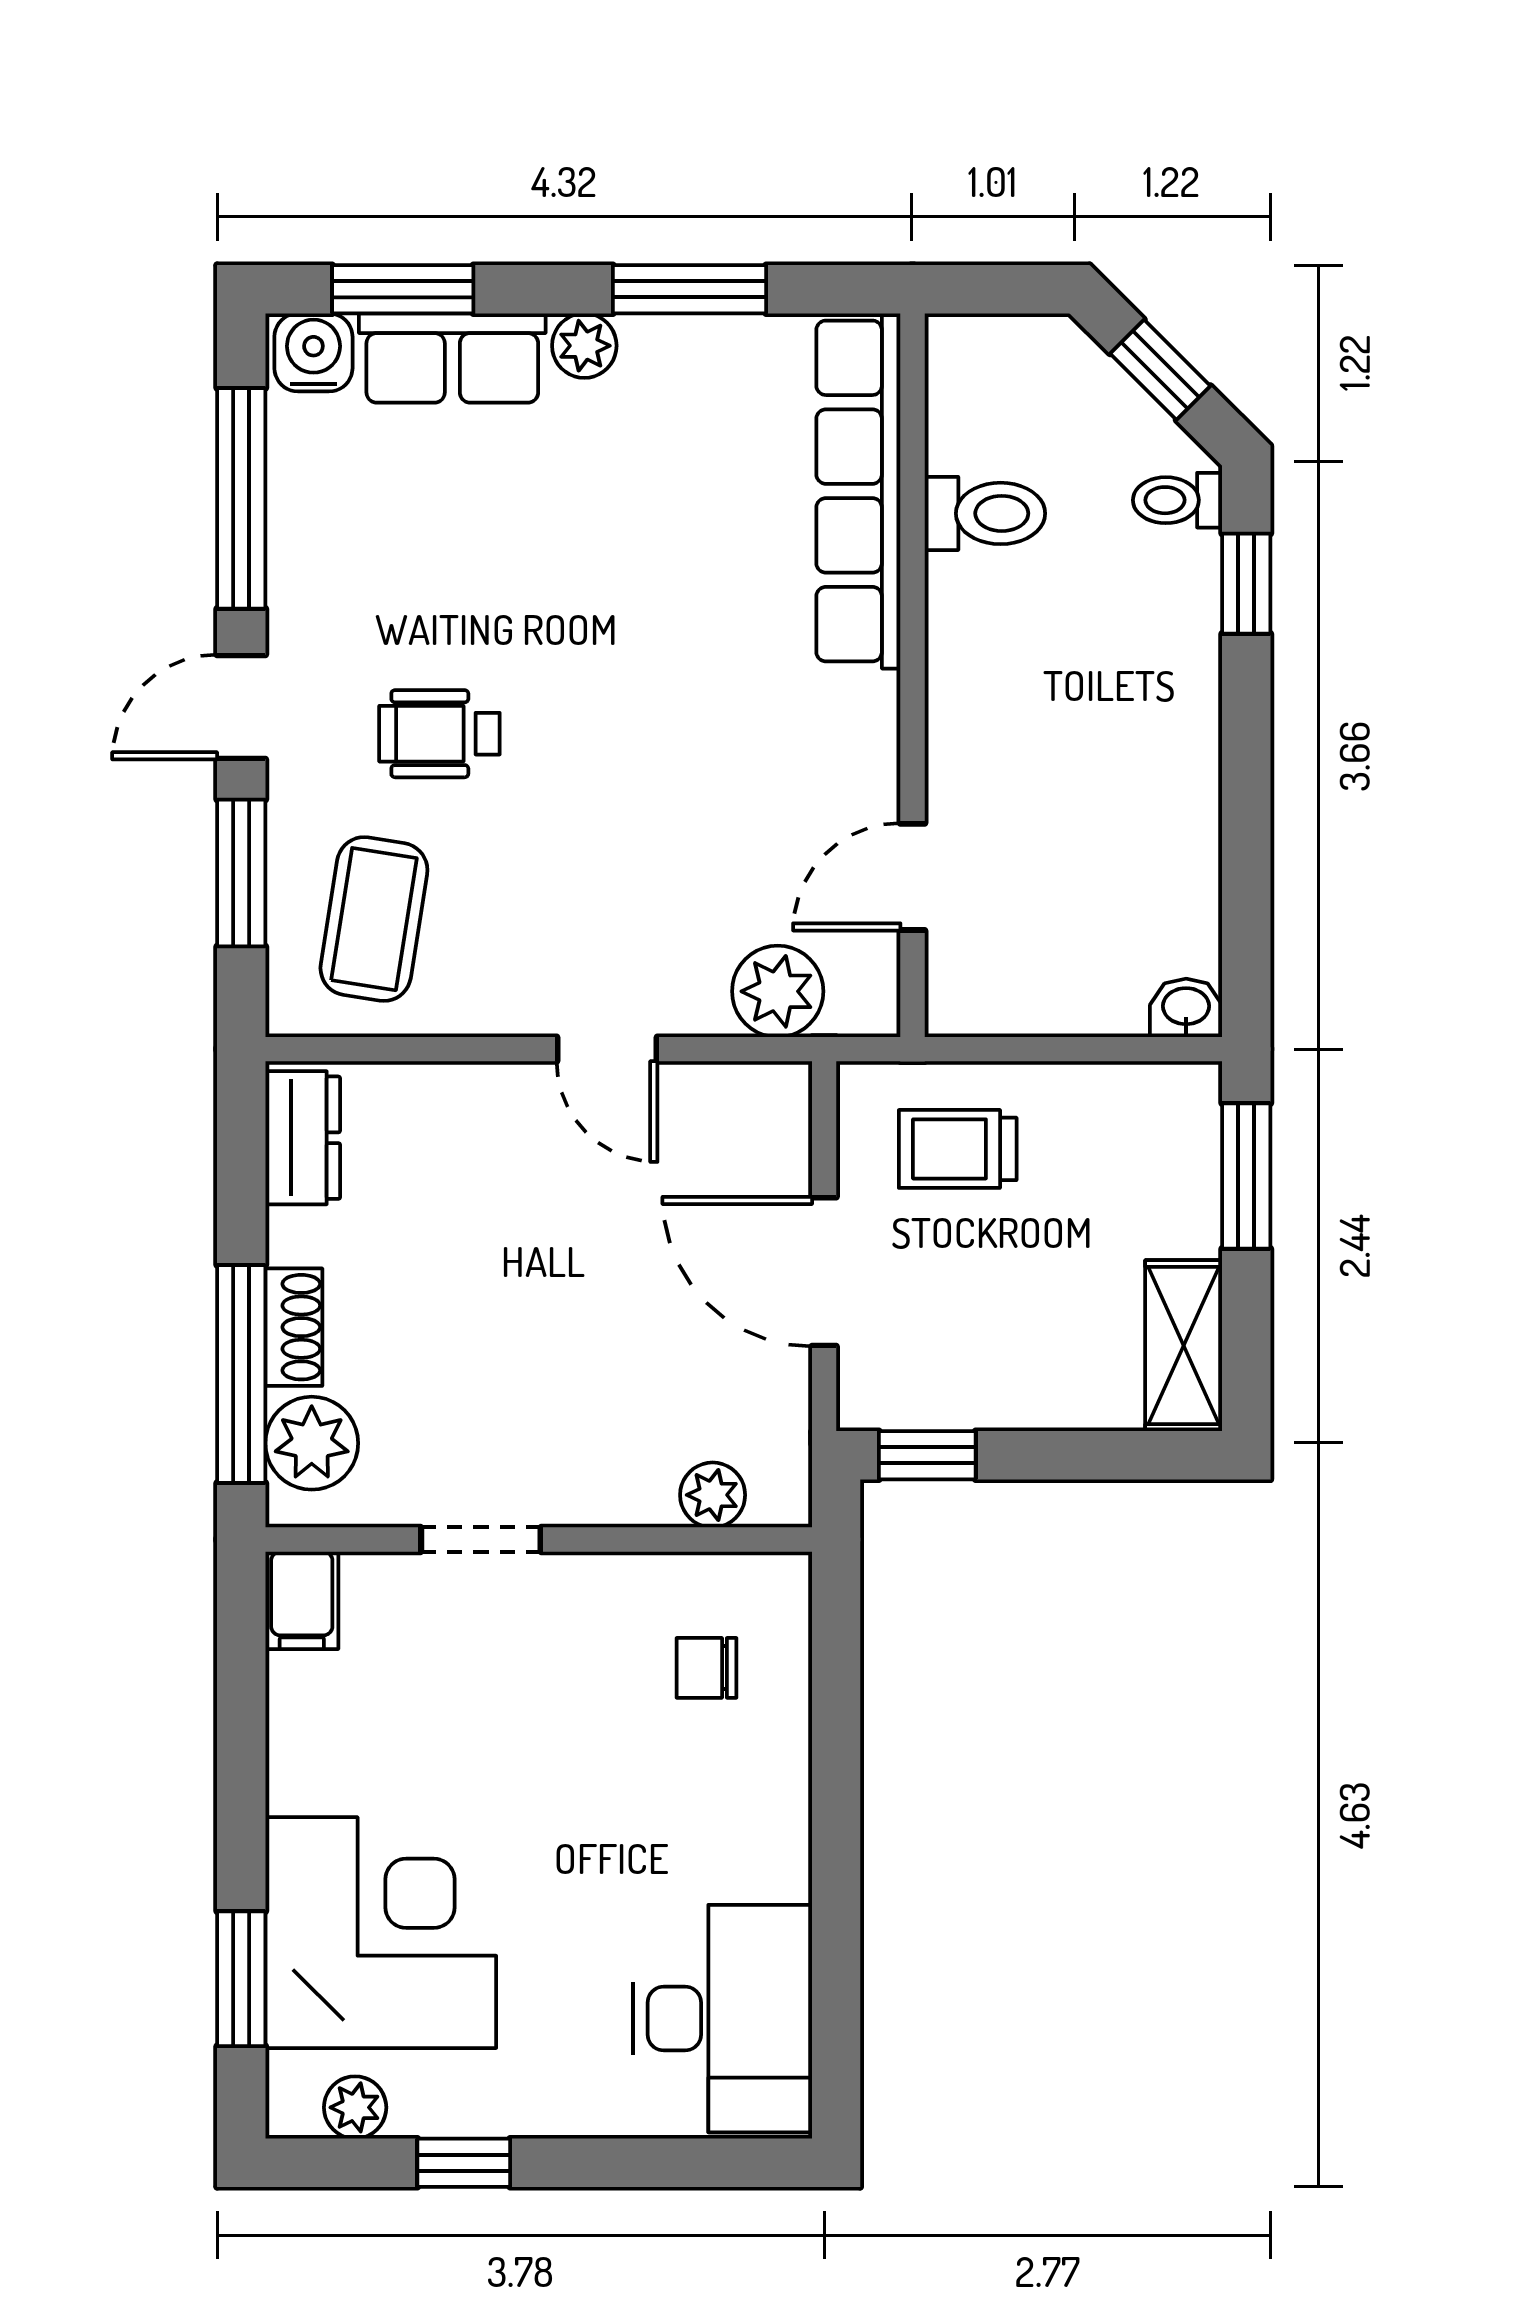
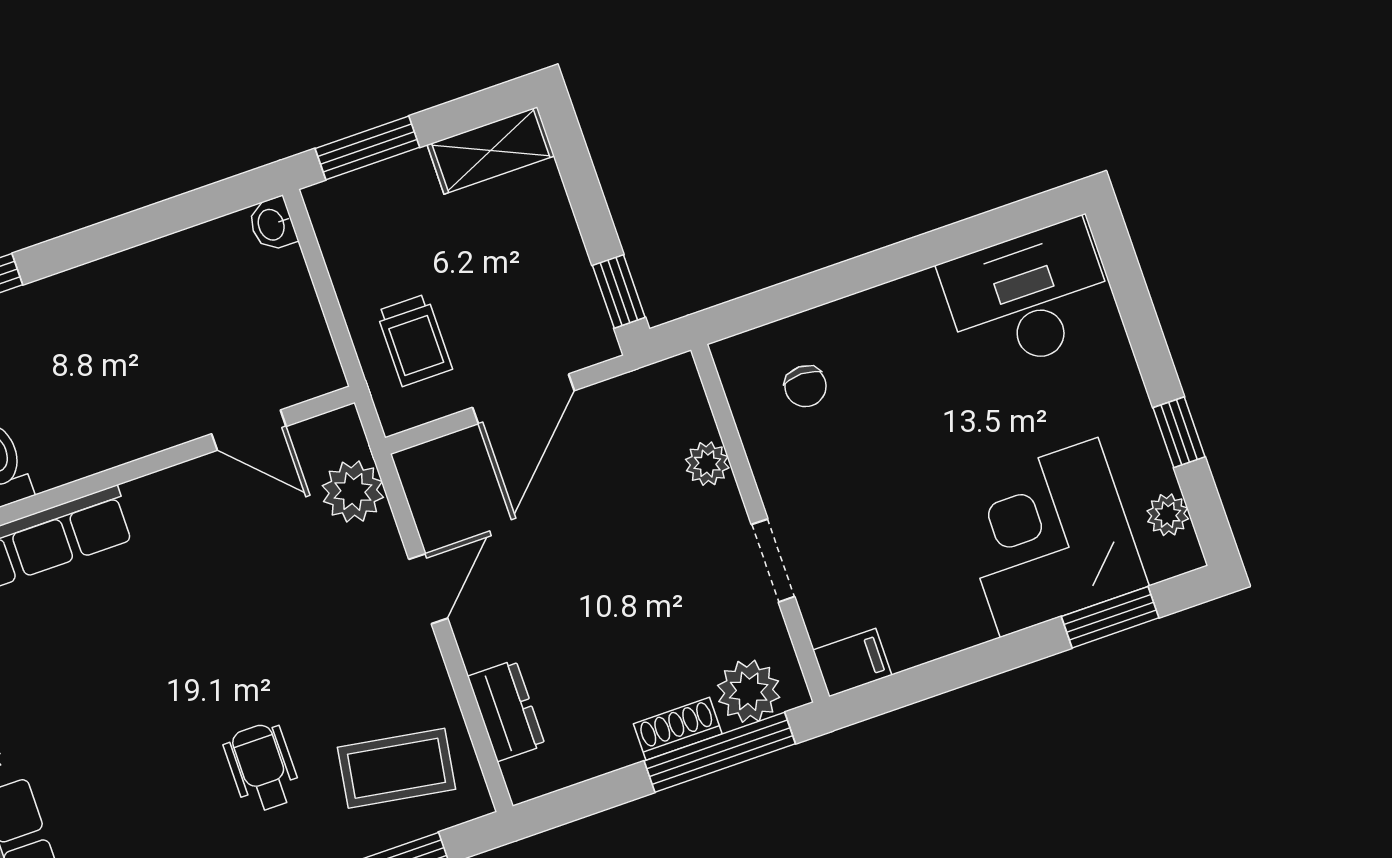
wheelchair: (439, 734) -> (262, 767), turned 180
dresser: (303, 1138) -> (506, 711), moved, turned 90
plant: (713, 1495) -> (707, 464), moved

